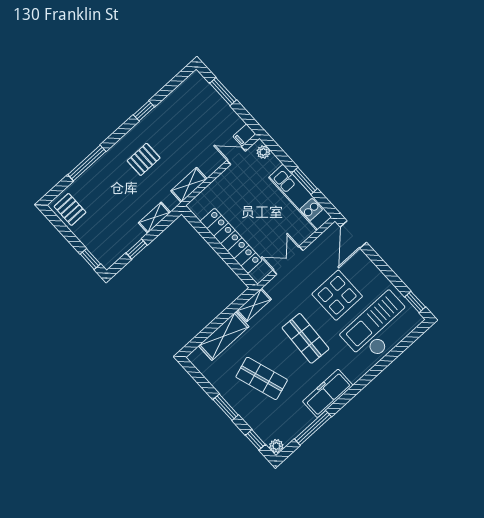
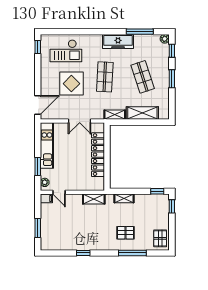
pallet: (144, 159) -> (126, 233), moved
window: (304, 181) -> (38, 166), moved
window: (137, 249) -> (157, 191), moved
checkout: (378, 327) -> (66, 51), width x0.73, depth x0.83

